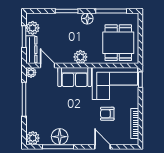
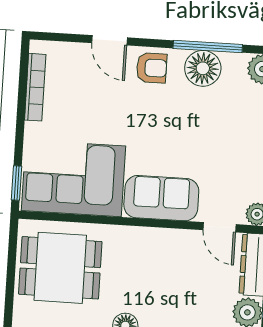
dining table: (118, 43) -> (60, 268), turned 90
plant: (80, 57) -> (146, 242), removed
armchair: (107, 114) -> (152, 68), moved

